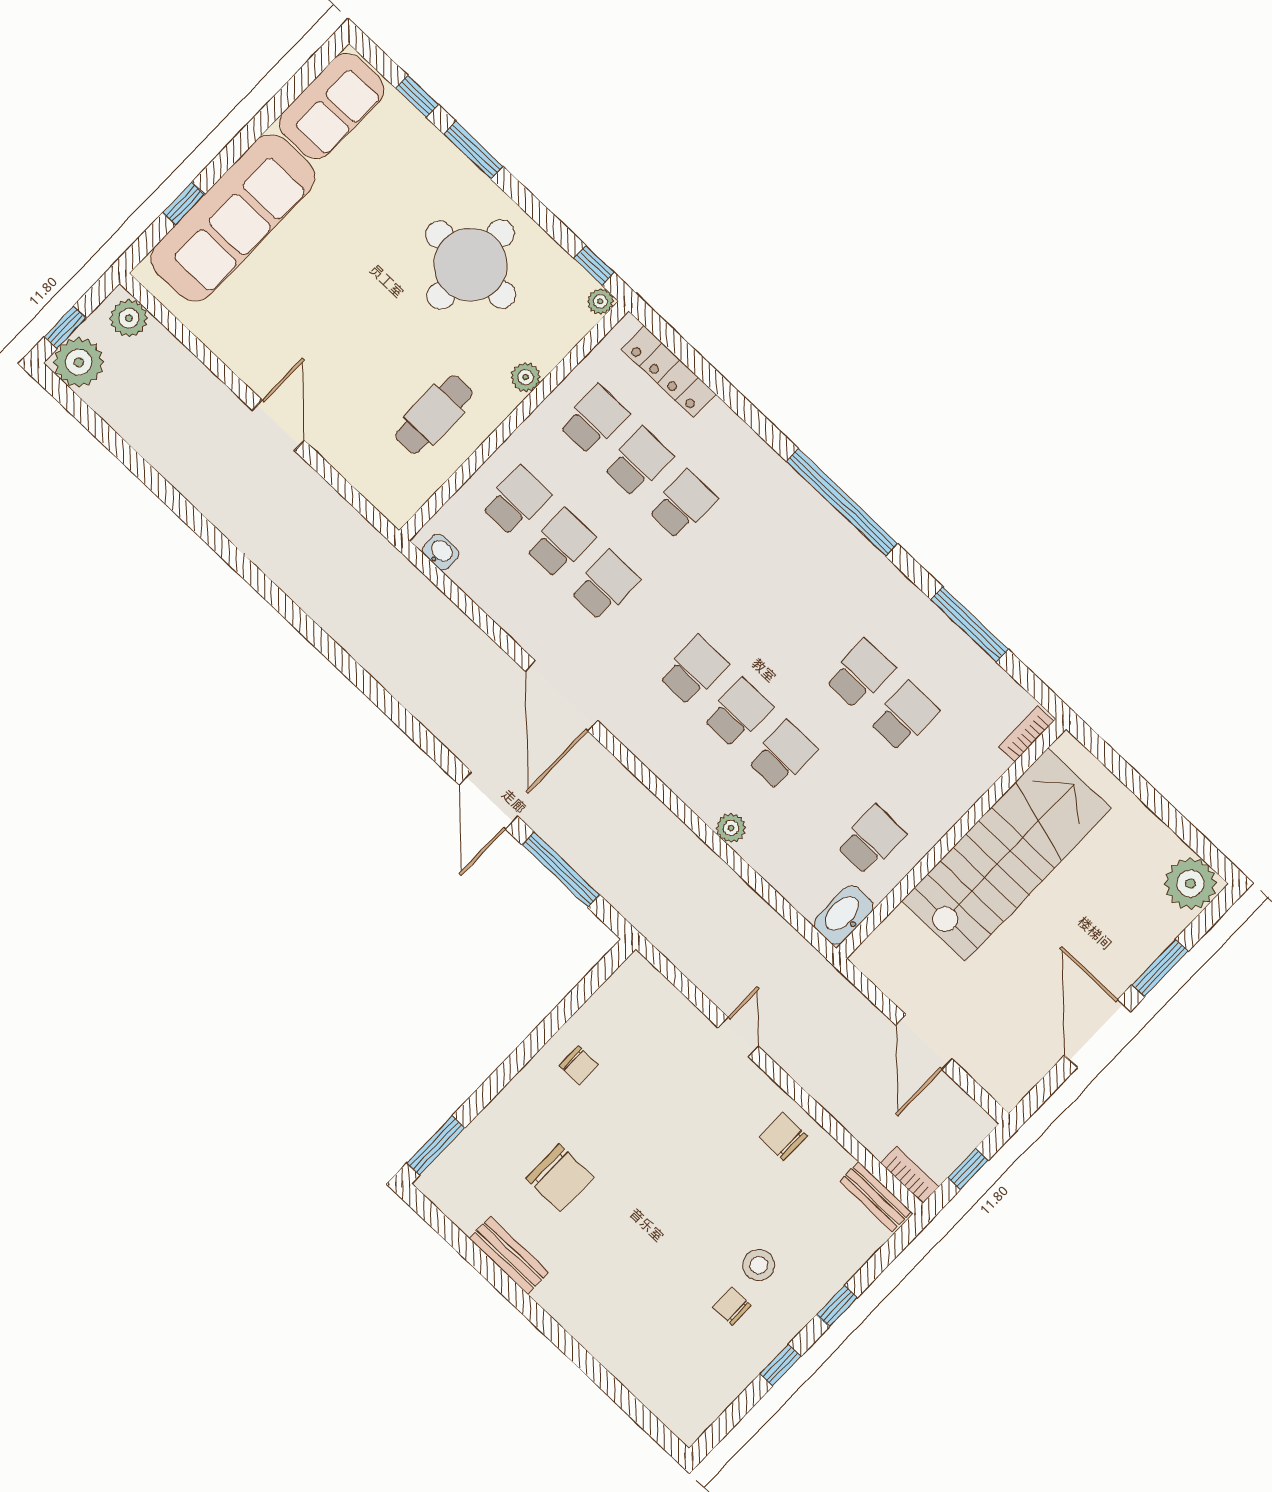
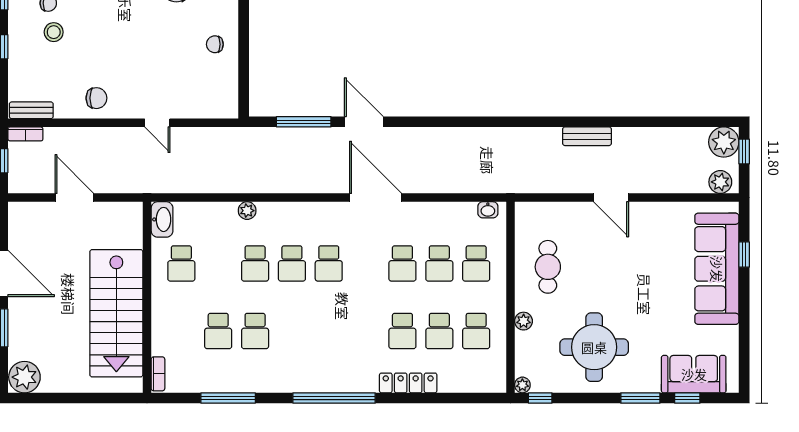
sofa: (332, 106) -> (694, 374), moved, turned 90
locker: (669, 372) -> (408, 383), moved
bench: (237, 526) -> (587, 136), added

